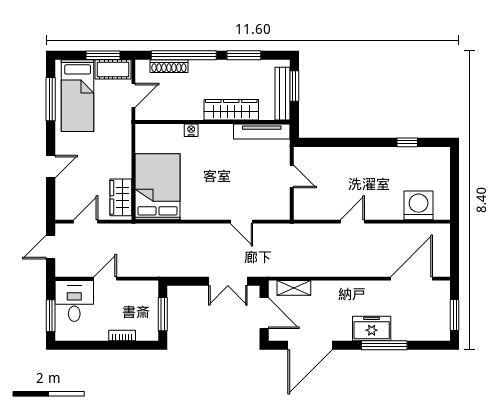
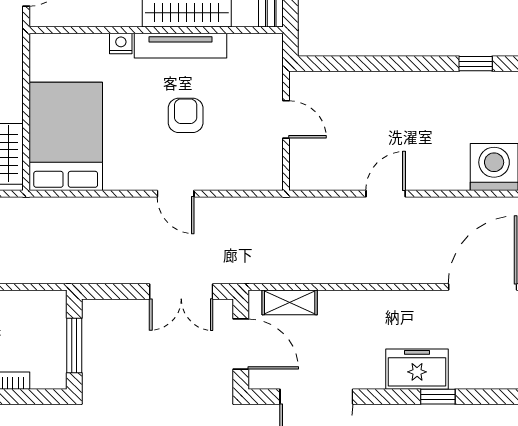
tv unit: (262, 131) -> (180, 46), moved
armchair: (231, 174) -> (186, 115), added
door: (241, 222) -> (176, 194), moved
window: (384, 345) -> (438, 397), width x0.46

